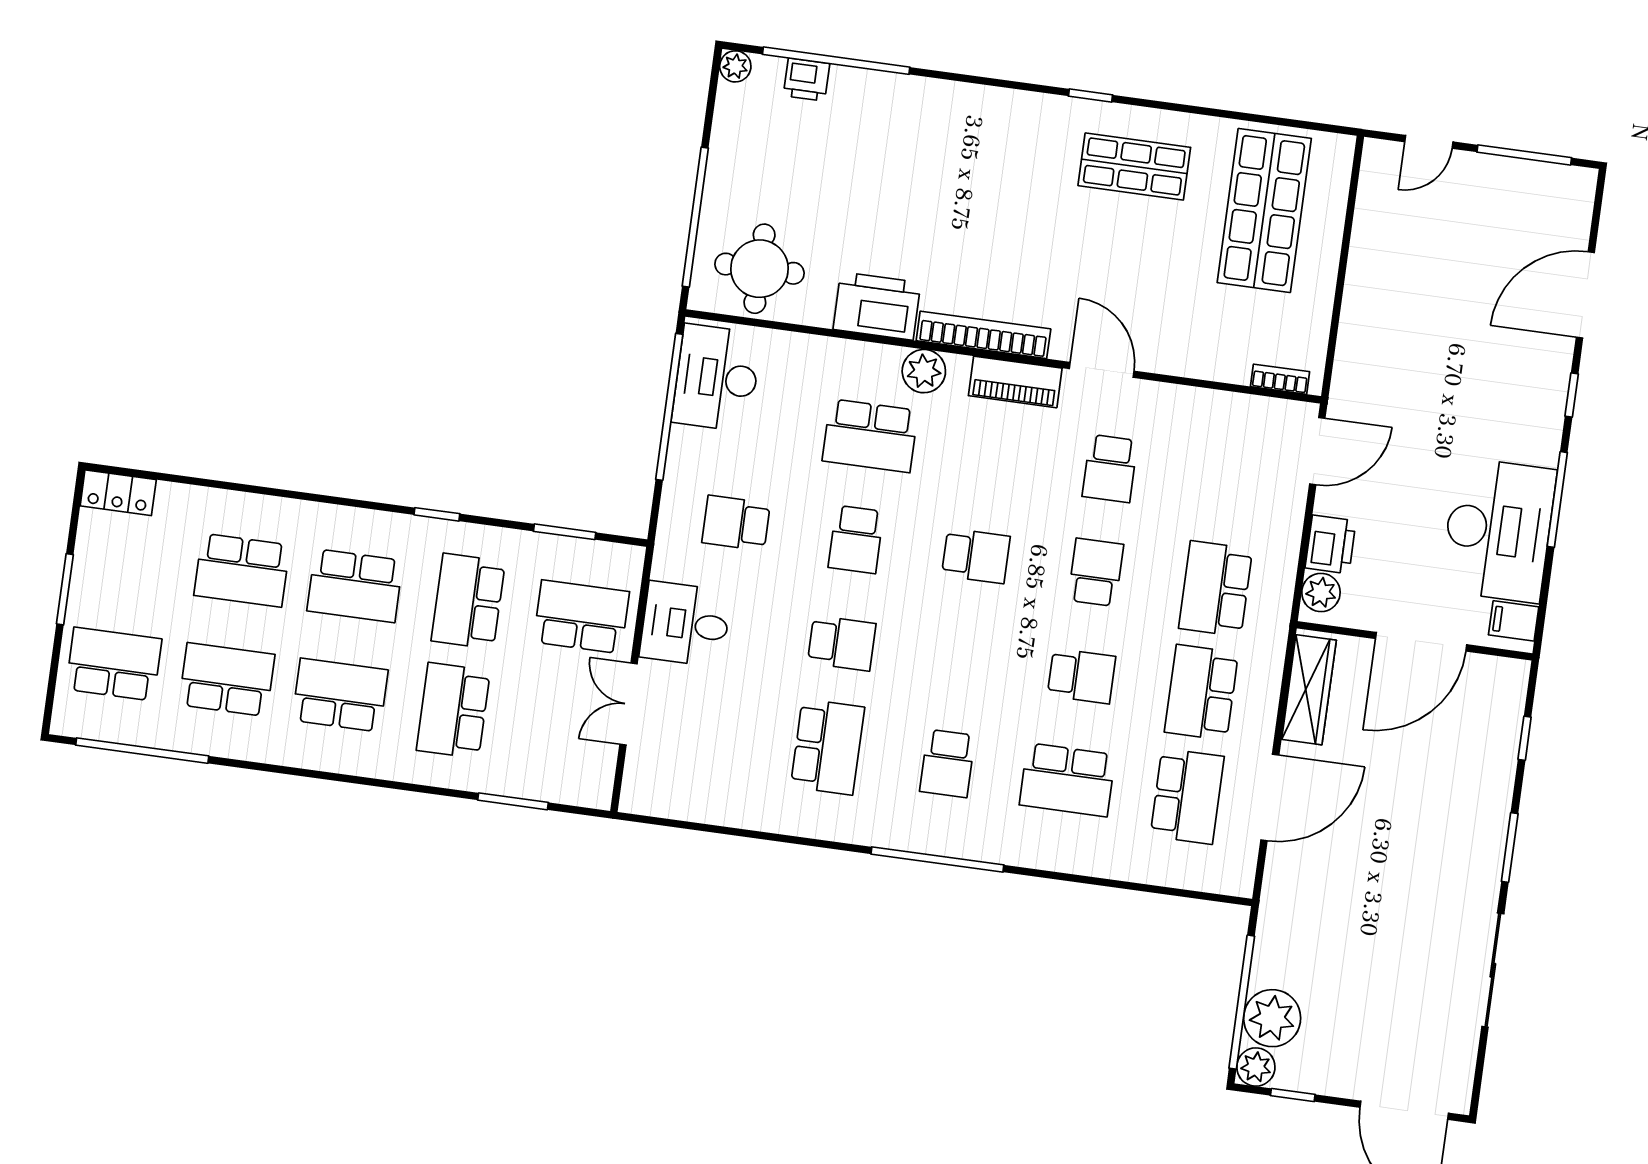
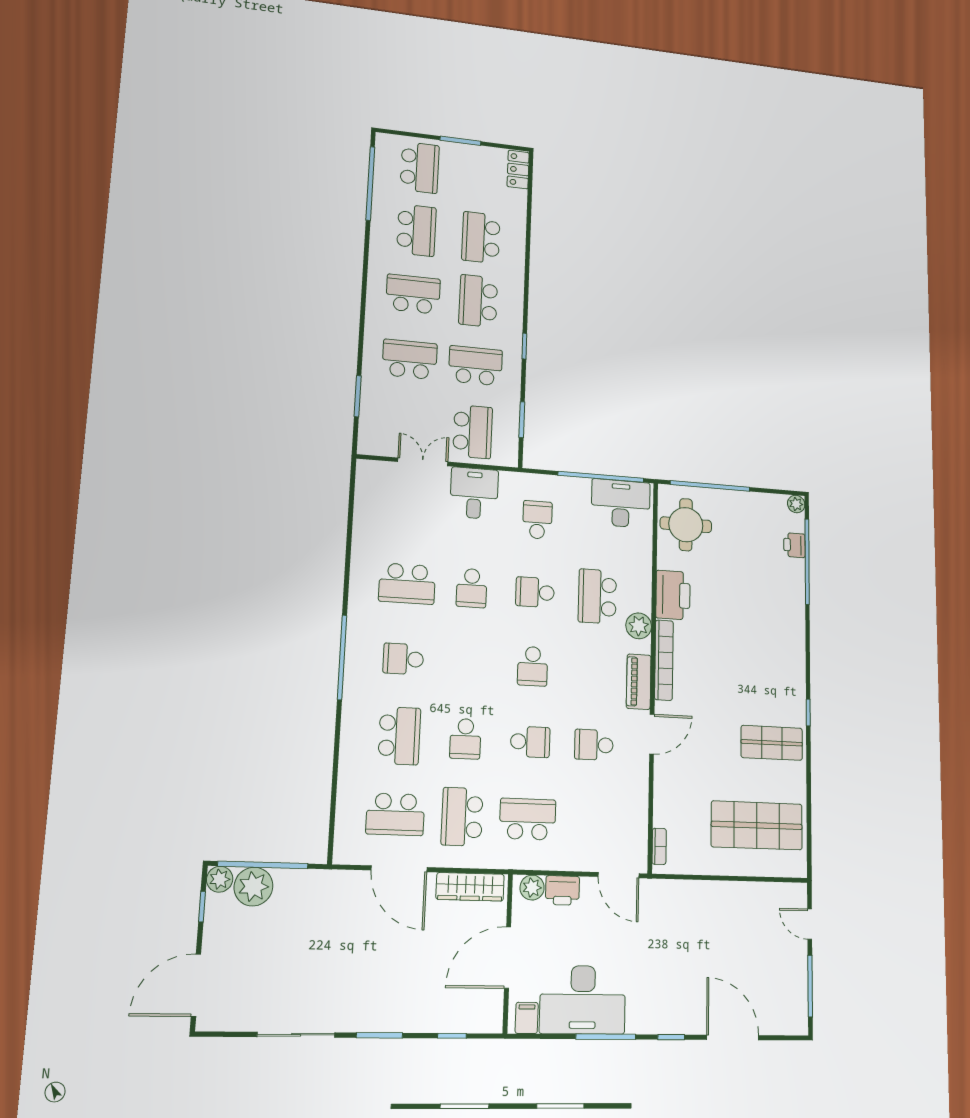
shop shelf: (1134, 166) -> (772, 743), turned 90
door: (1421, 642) -> (508, 958), hinge flipped
school desk: (1201, 692) -> (462, 817), turned -90
school desk: (340, 695) -> (413, 294), turned -90
school desk: (1067, 780) -> (399, 736), turned 180

